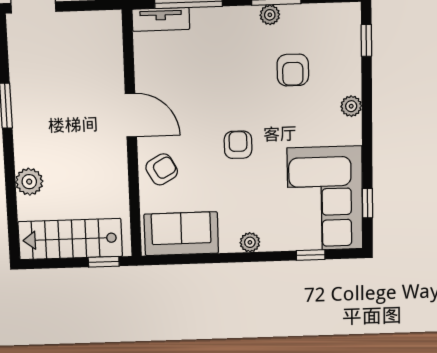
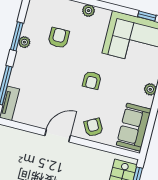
armchair: (293, 70) -> (59, 38), turned -90
armchair: (238, 145) -> (92, 80), turned -90

